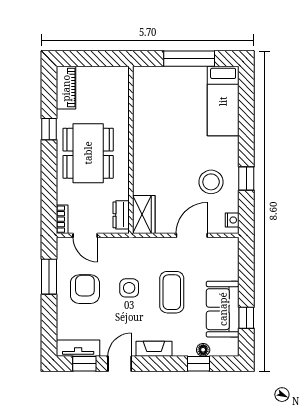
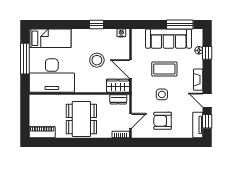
desk: (161, 104) -> (52, 75), added
window: (49, 129) -> (67, 142), removed
dining table: (88, 153) -> (81, 119), turned 90
stool: (211, 182) -> (97, 60), moved
door: (192, 235) -> (130, 69), moved
window: (49, 277) -> (155, 142), removed
sofa: (223, 309) -> (169, 39), width x1.36
window: (246, 318) -> (180, 25), width x2.17

